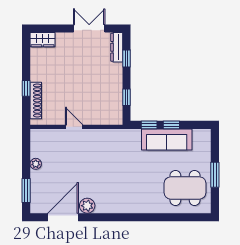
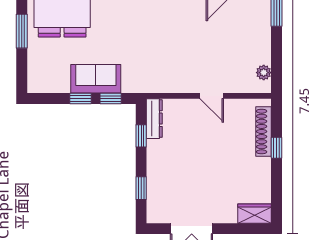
dresser: (117, 47) -> (154, 119), moved
sofa: (167, 139) -> (96, 79), width x0.73
plant: (36, 164) -> (264, 73), moved

